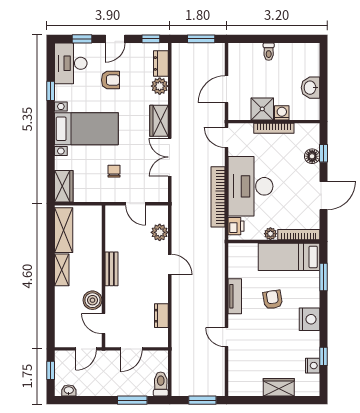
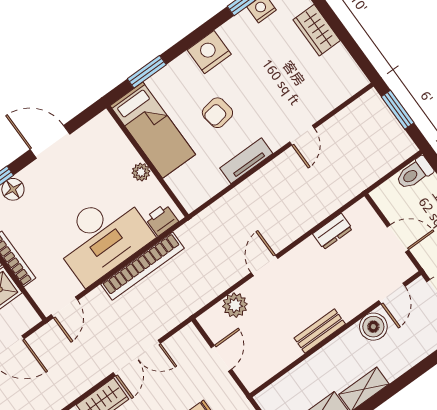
bookcase: (299, 235) -> (118, 138), removed

